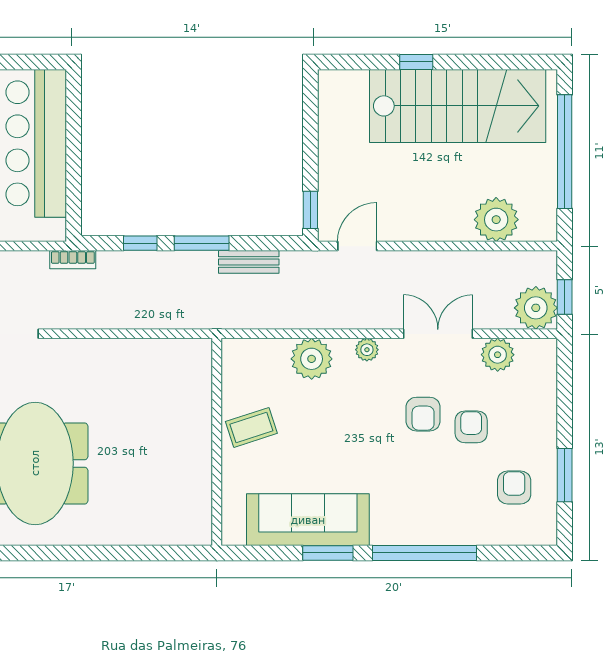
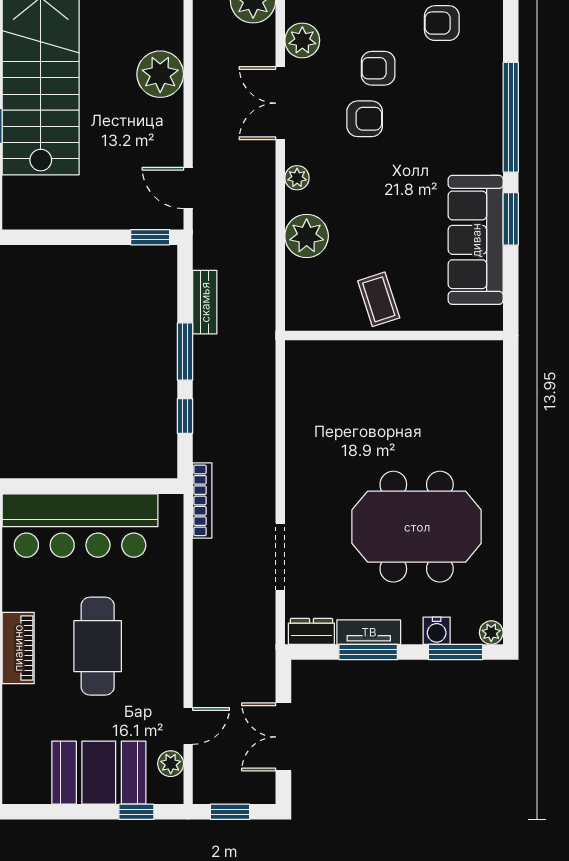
plant: (496, 220) -> (160, 74), moved
bookcase: (73, 260) -> (202, 500), width x1.56

